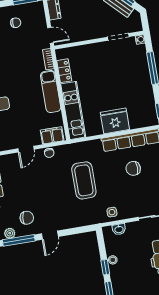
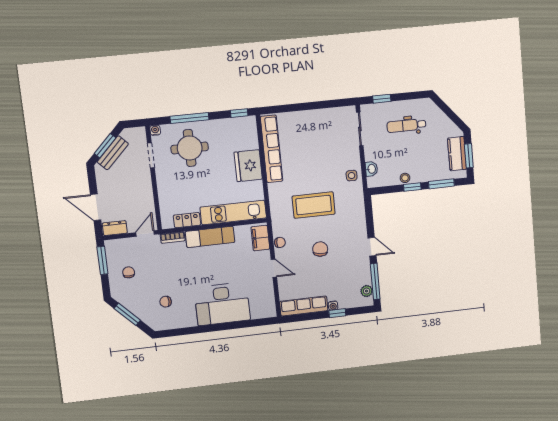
round table: (127, 70) -> (190, 148), added
chair: (133, 168) -> (304, 148), removed
chair: (27, 218) -> (320, 249), moved

